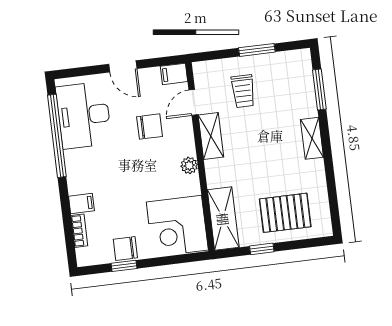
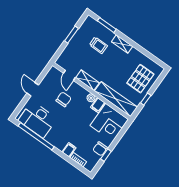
door: (123, 66) -> (33, 89), swing flipped
filing cabinet: (174, 74) -> (98, 105), moved
trolley: (243, 91) -> (98, 45), moved
shelving: (223, 219) -> (116, 99), width x1.47

